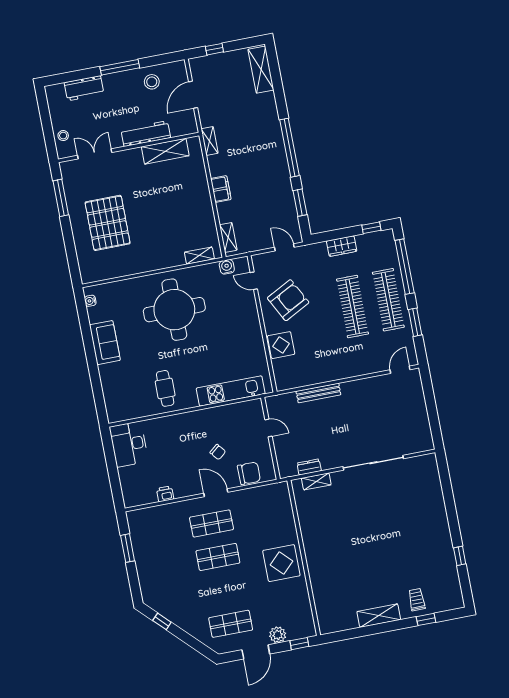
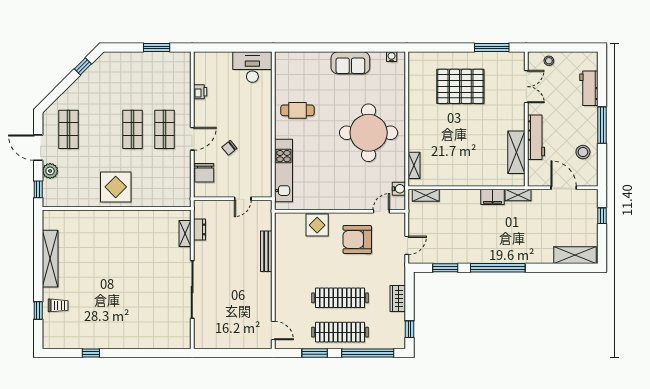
filing cabinet: (221, 189) -> (493, 197), moved
armchair: (288, 300) -> (357, 239), turned 118
shelving: (379, 616) -> (50, 259), width x1.47

